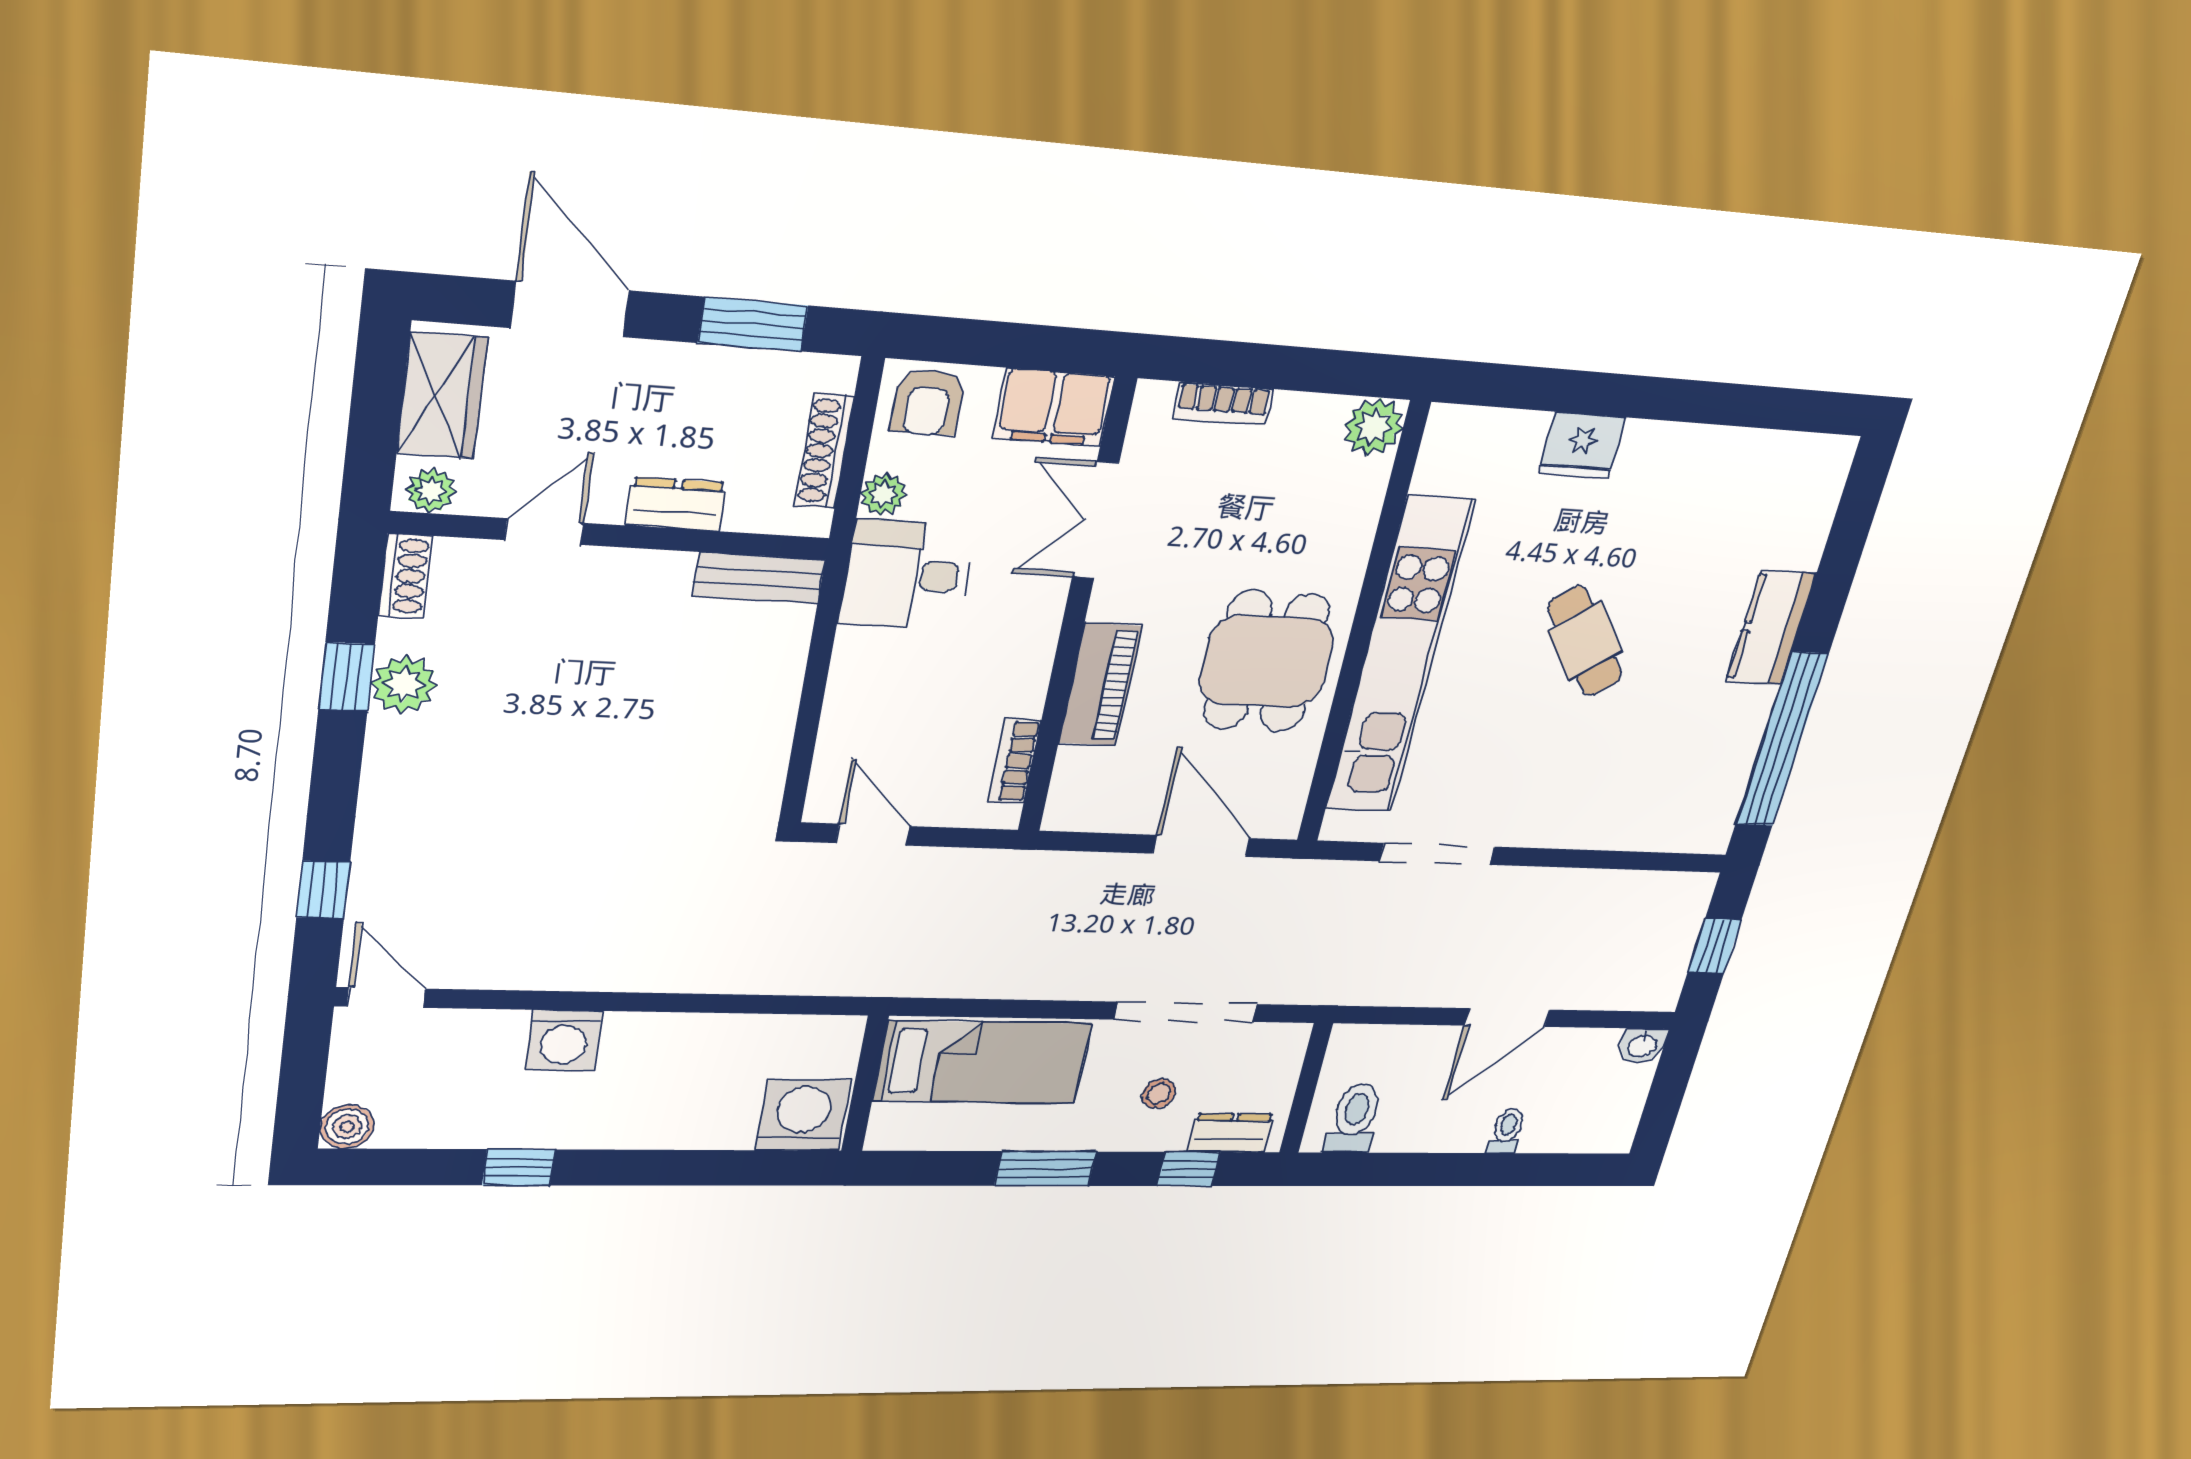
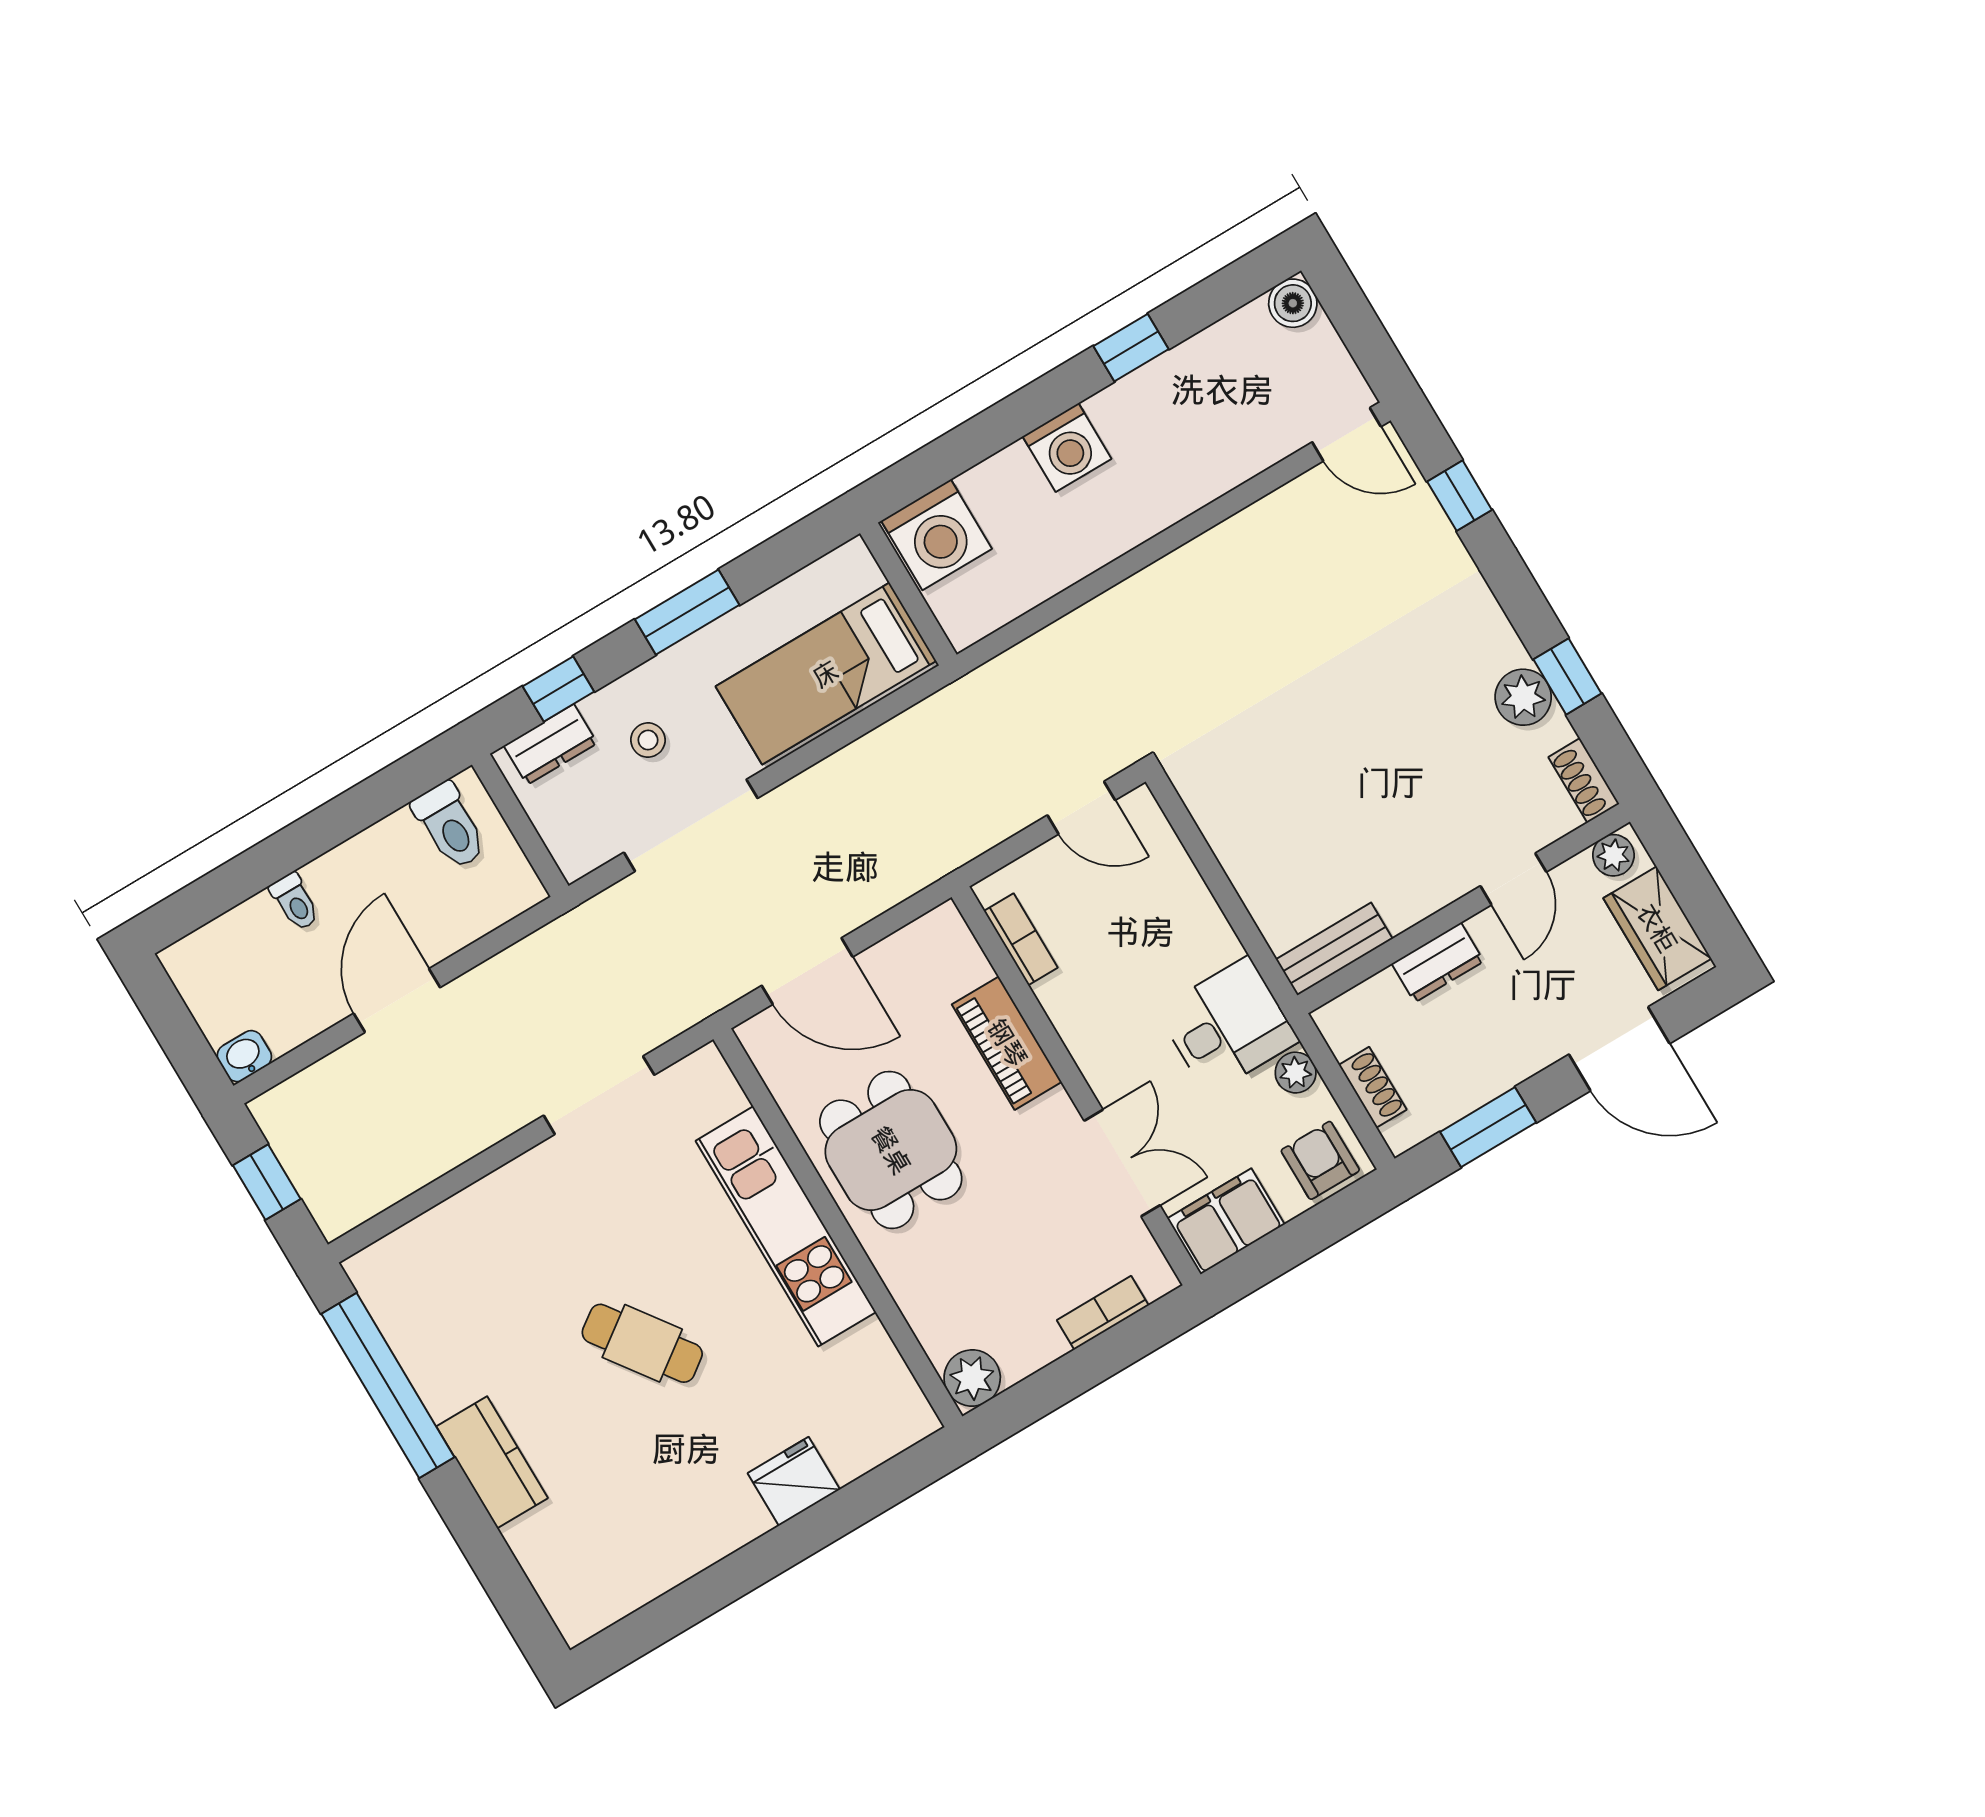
shoe rack: (824, 451) -> (1373, 1087), width x0.70
kitchen unit: (1399, 657) -> (786, 1226), width x0.73
washing machine: (564, 1040) -> (1067, 448), moved, turned 180

